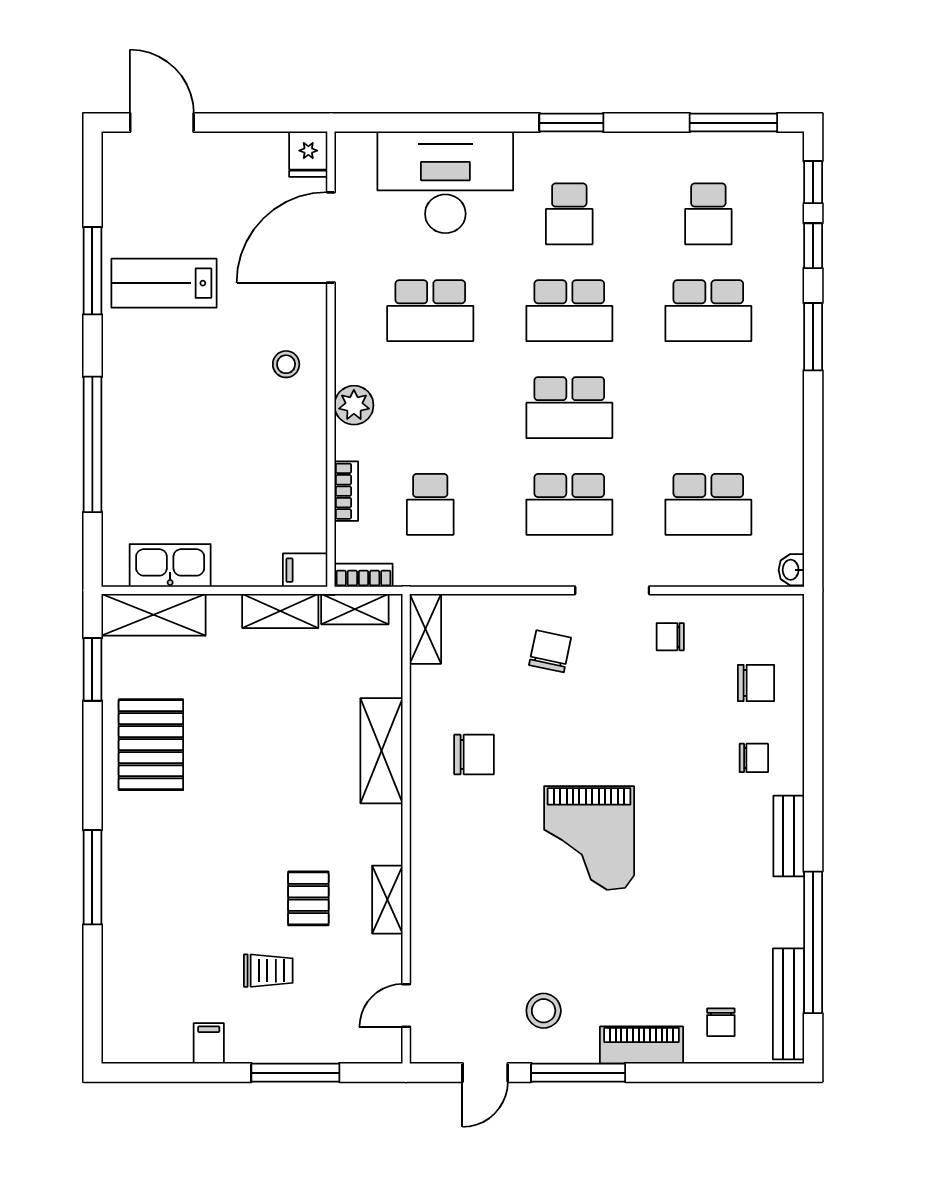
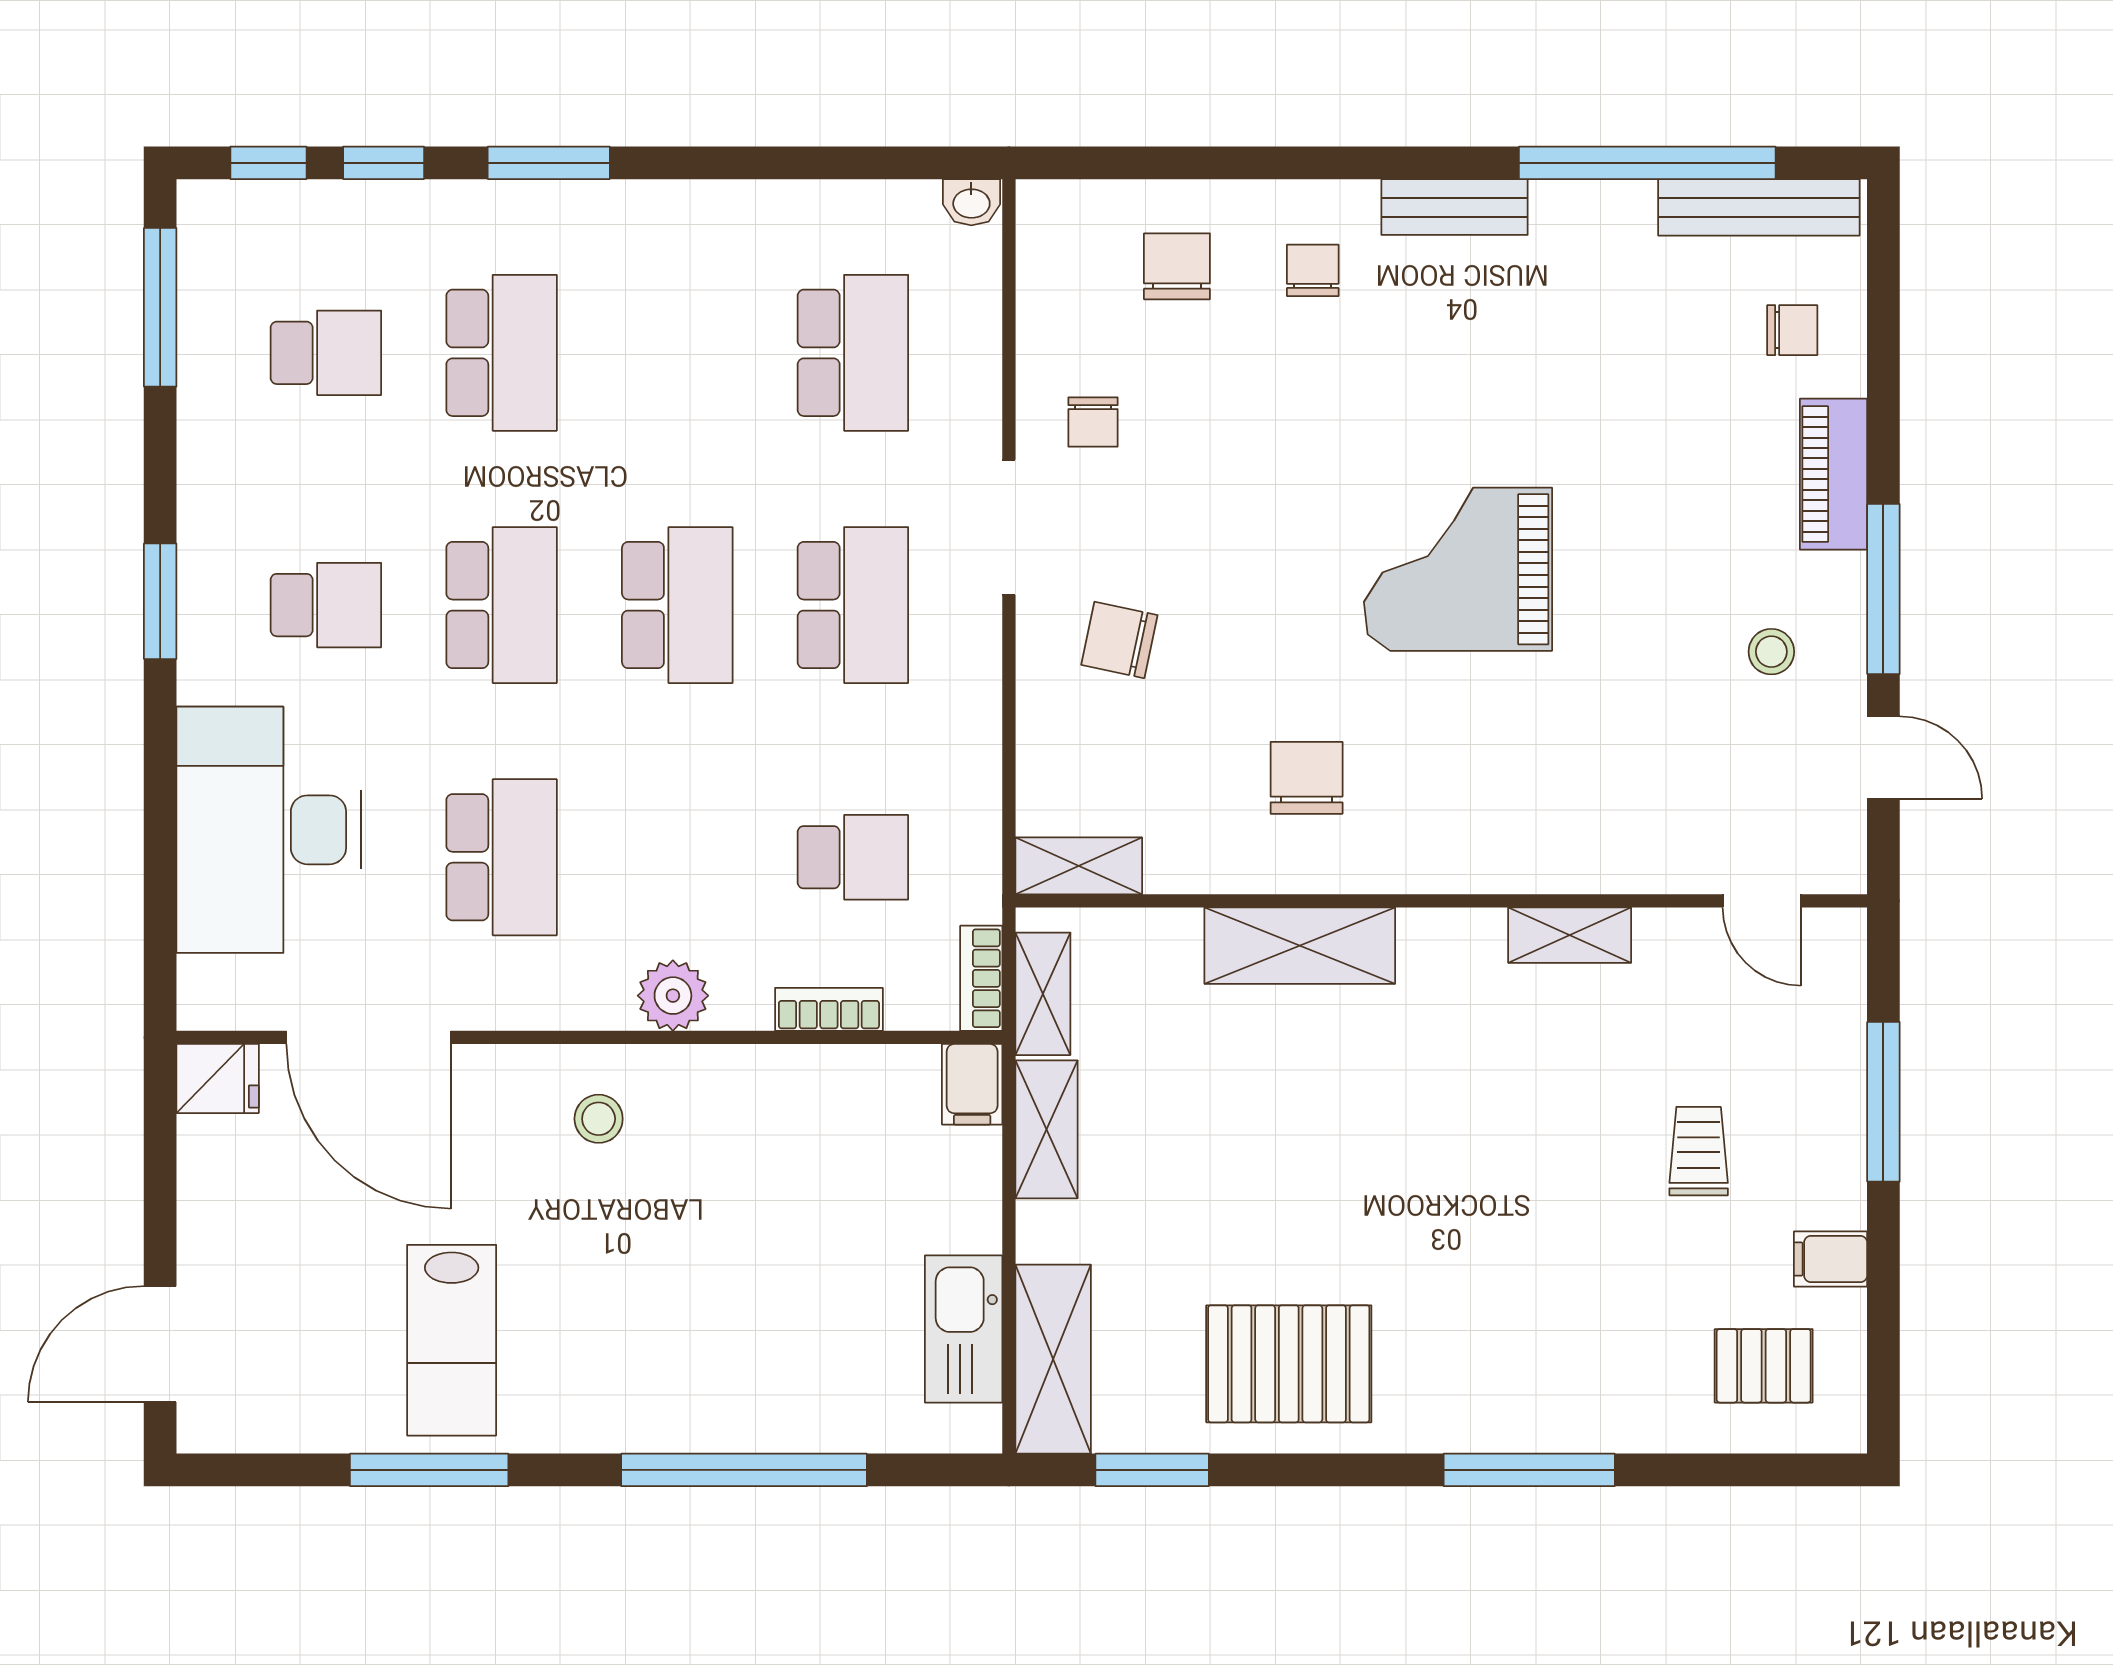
grand piano: (589, 838) -> (1458, 569), turned 180
pallet: (308, 898) -> (1764, 1366), moved
stool: (544, 1011) -> (1771, 652), width x0.73, depth x0.73

